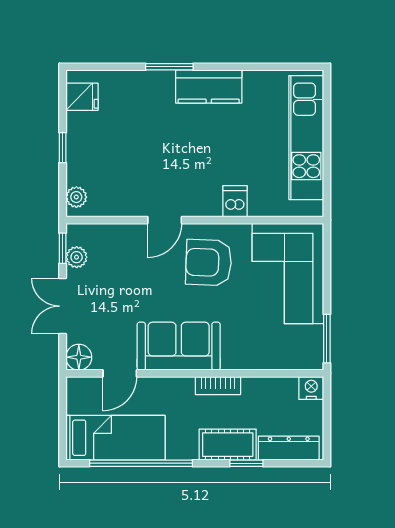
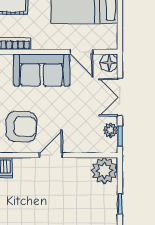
plant: (76, 197) -> (104, 171), width x1.88, depth x1.88
double door: (63, 306) -> (120, 97), swing flipped
door: (120, 373) -> (81, 52), swing flipped

